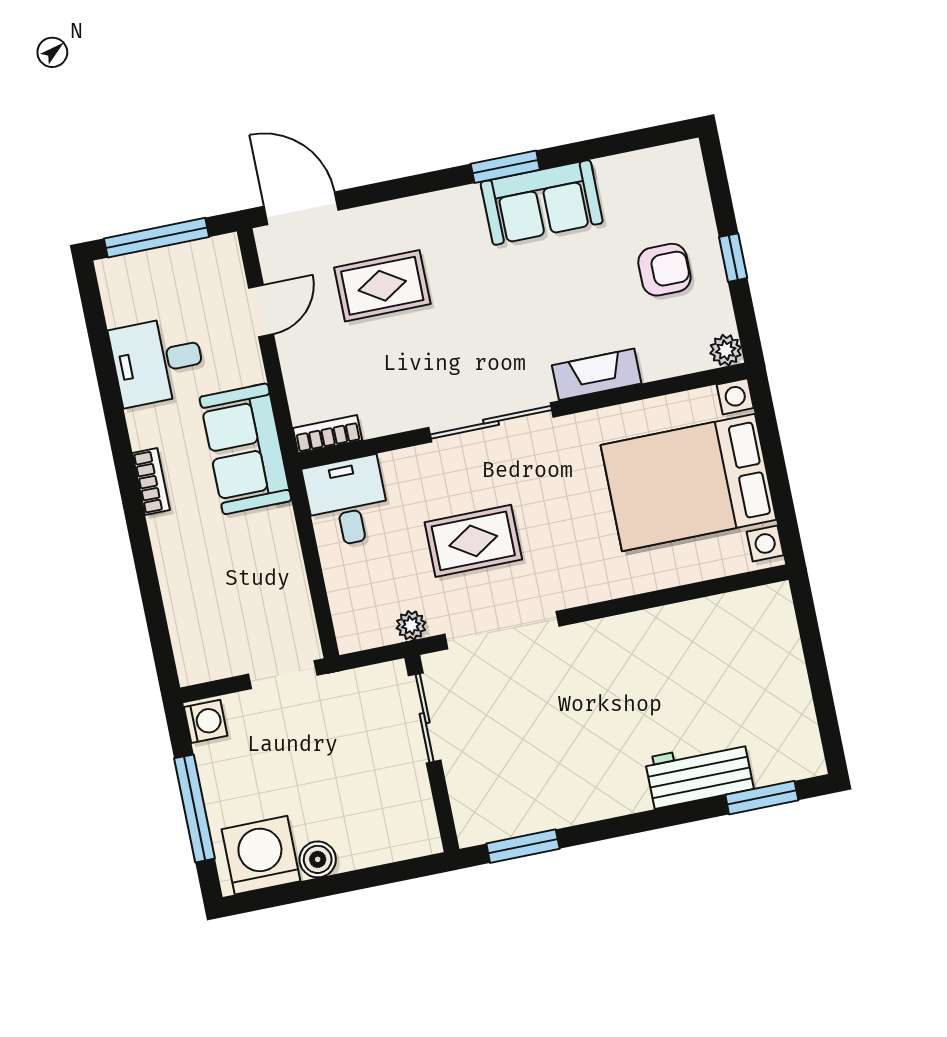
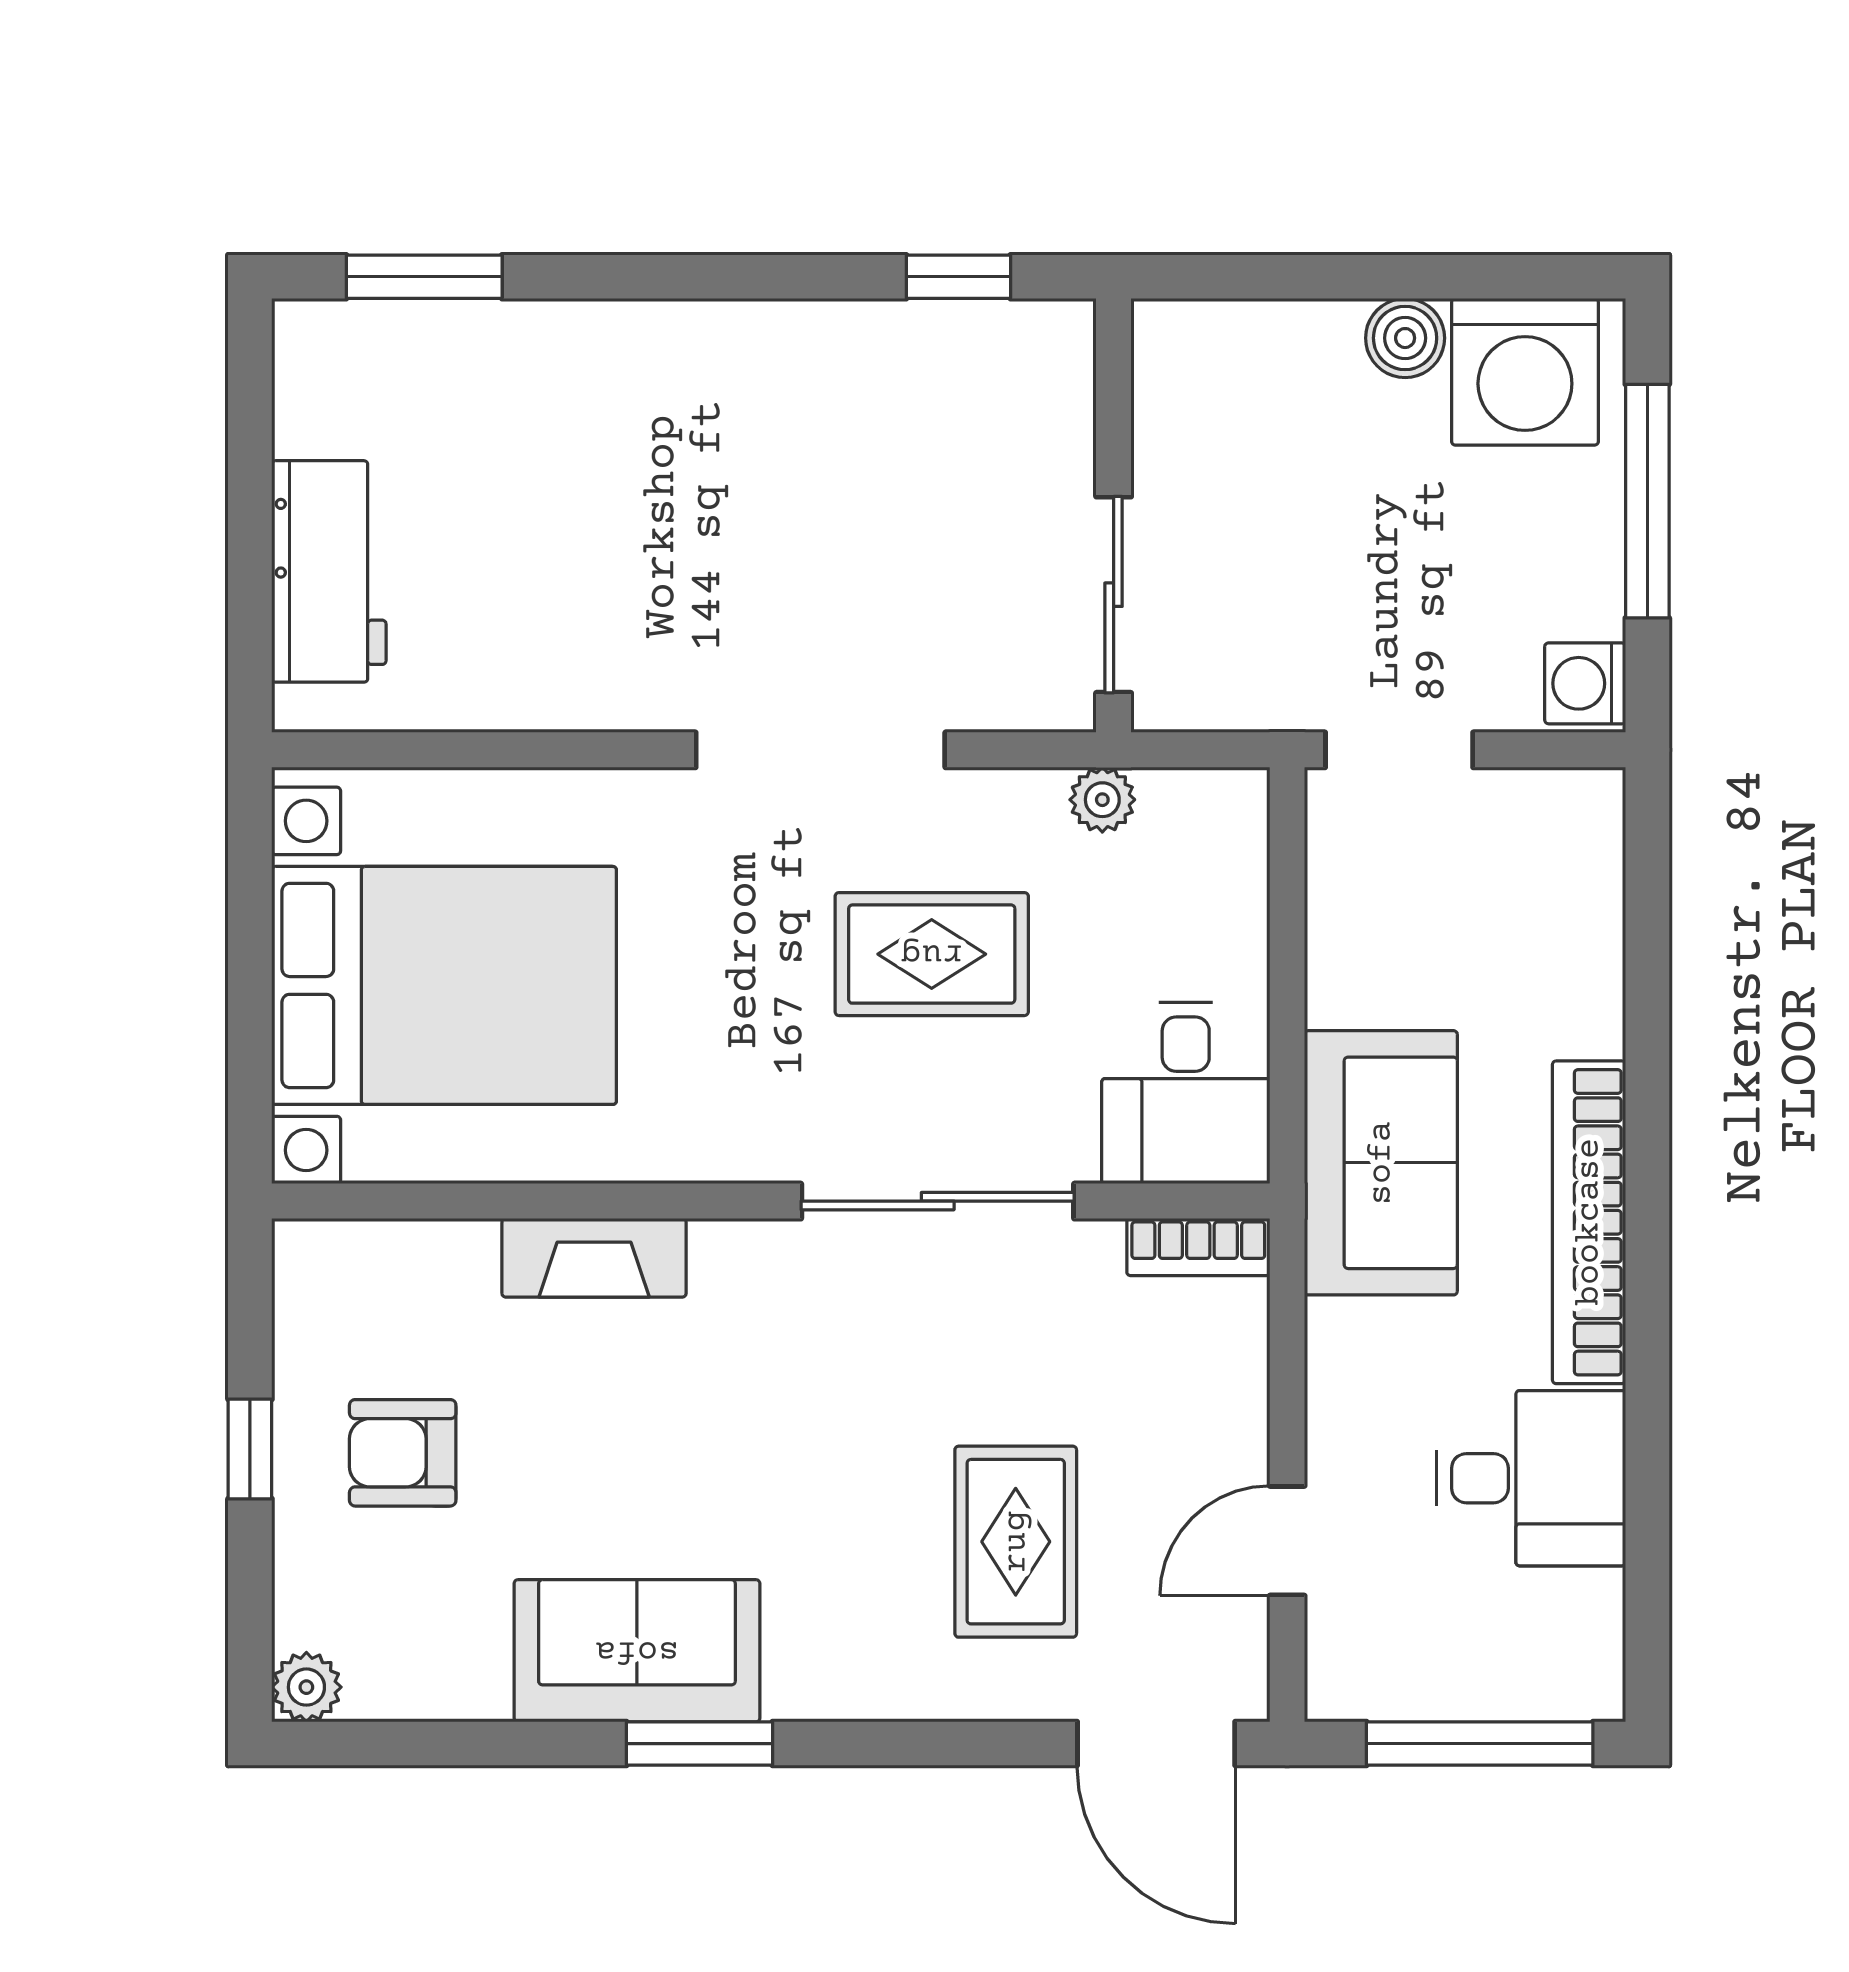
rug: (382, 286) -> (1016, 1542), turned 90
plant: (726, 350) -> (306, 1687), moved
sliding door: (491, 422) -> (938, 1201), moved
sofa: (245, 449) -> (1381, 1163), moved
bookcase: (151, 482) -> (1589, 1222), width x2.31, depth x1.31
doorway: (502, 630) -> (820, 750), moved
workbench: (699, 774) -> (329, 571), moved, turned -90
window: (523, 846) -> (958, 277), width x0.67

